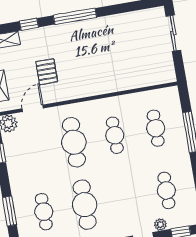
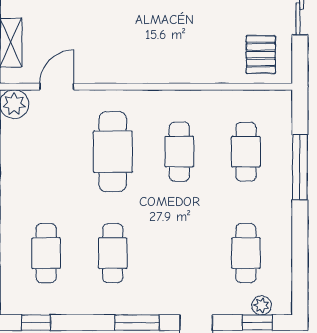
pallet: (47, 72) -> (261, 55), moved
cafe table: (85, 205) -> (113, 253), width x0.73, depth x0.74
plant: (160, 225) -> (261, 305), moved

